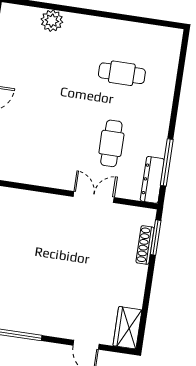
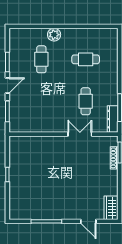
plant: (52, 21) -> (54, 35), moved
cafe table: (48, 62) -> (41, 59), added

